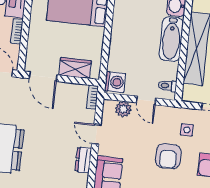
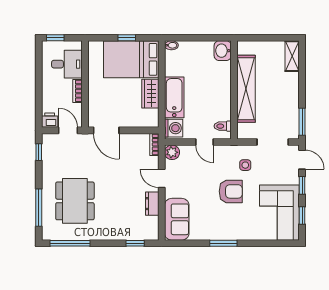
bathtub: (171, 39) -> (174, 97), moved, turned 180
wardrobe: (75, 68) -> (150, 94), moved, turned -90
plant: (123, 109) -> (172, 152), moved
armchair: (168, 156) -> (231, 191), turned -90

